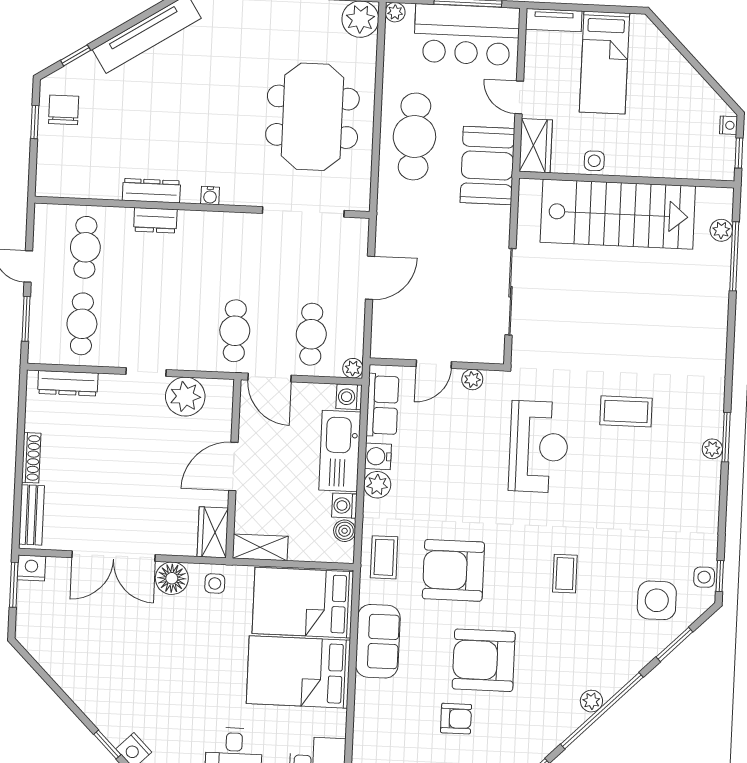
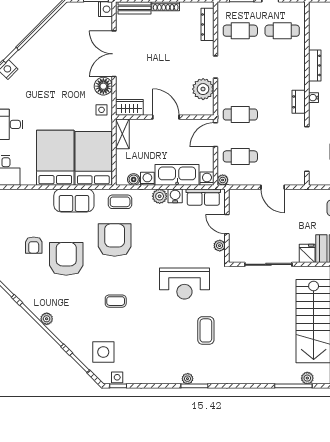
dresser: (155, 220) -> (299, 102), moved
fridge: (494, 220) -> (307, 253), added

